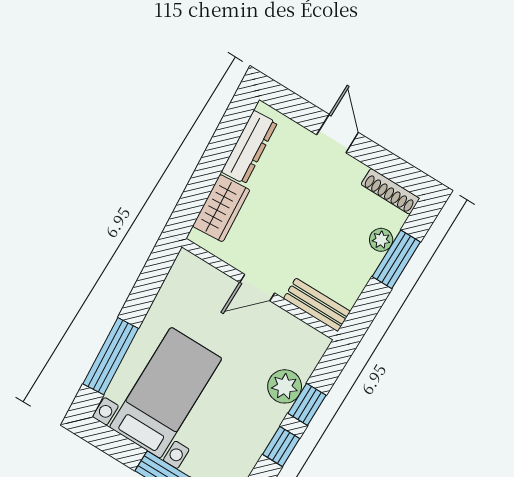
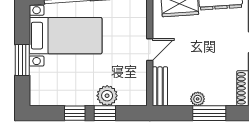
plant: (381, 240) -> (198, 99), moved
door: (257, 288) -> (150, 50), swing flipped

